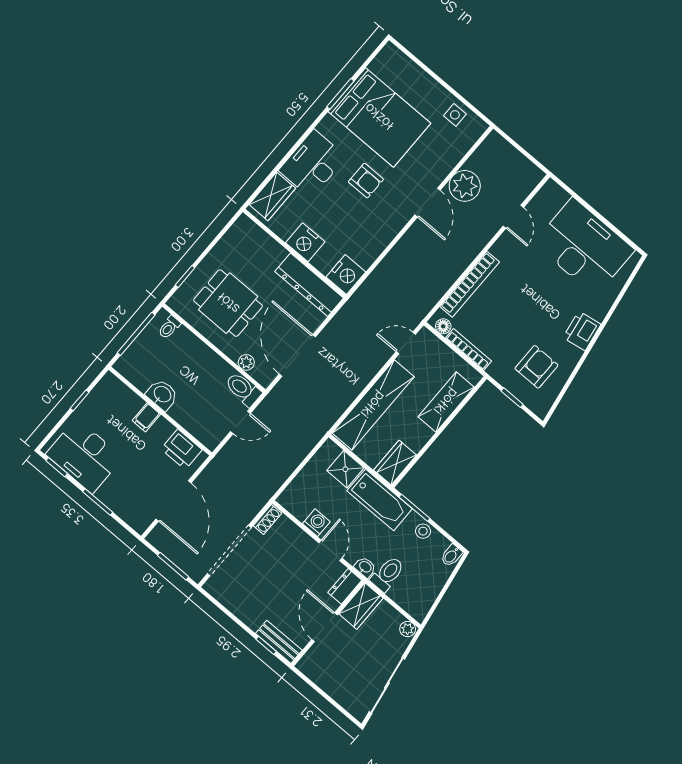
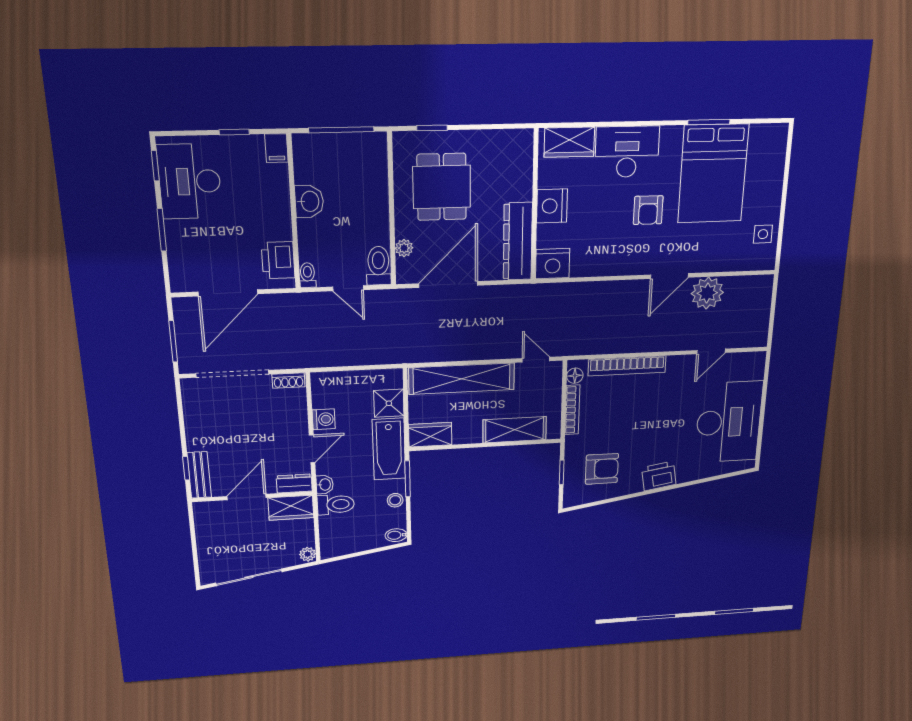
toilet: (169, 327) -> (308, 275), moved, turned 90
filing cabinet: (146, 417) -> (276, 148), moved, turned -90

